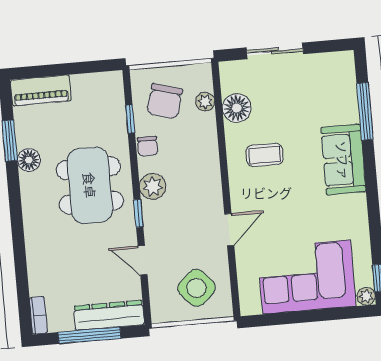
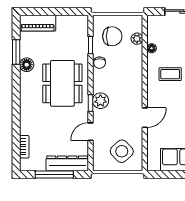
chair: (165, 101) -> (112, 36), turned -106
floor lamp: (237, 108) -> (152, 48), width x0.53, depth x0.53
plant: (153, 186) -> (100, 101), moved
door: (143, 260) -> (90, 132), hinge flipped
bookcase: (38, 315) -> (24, 147), moved

